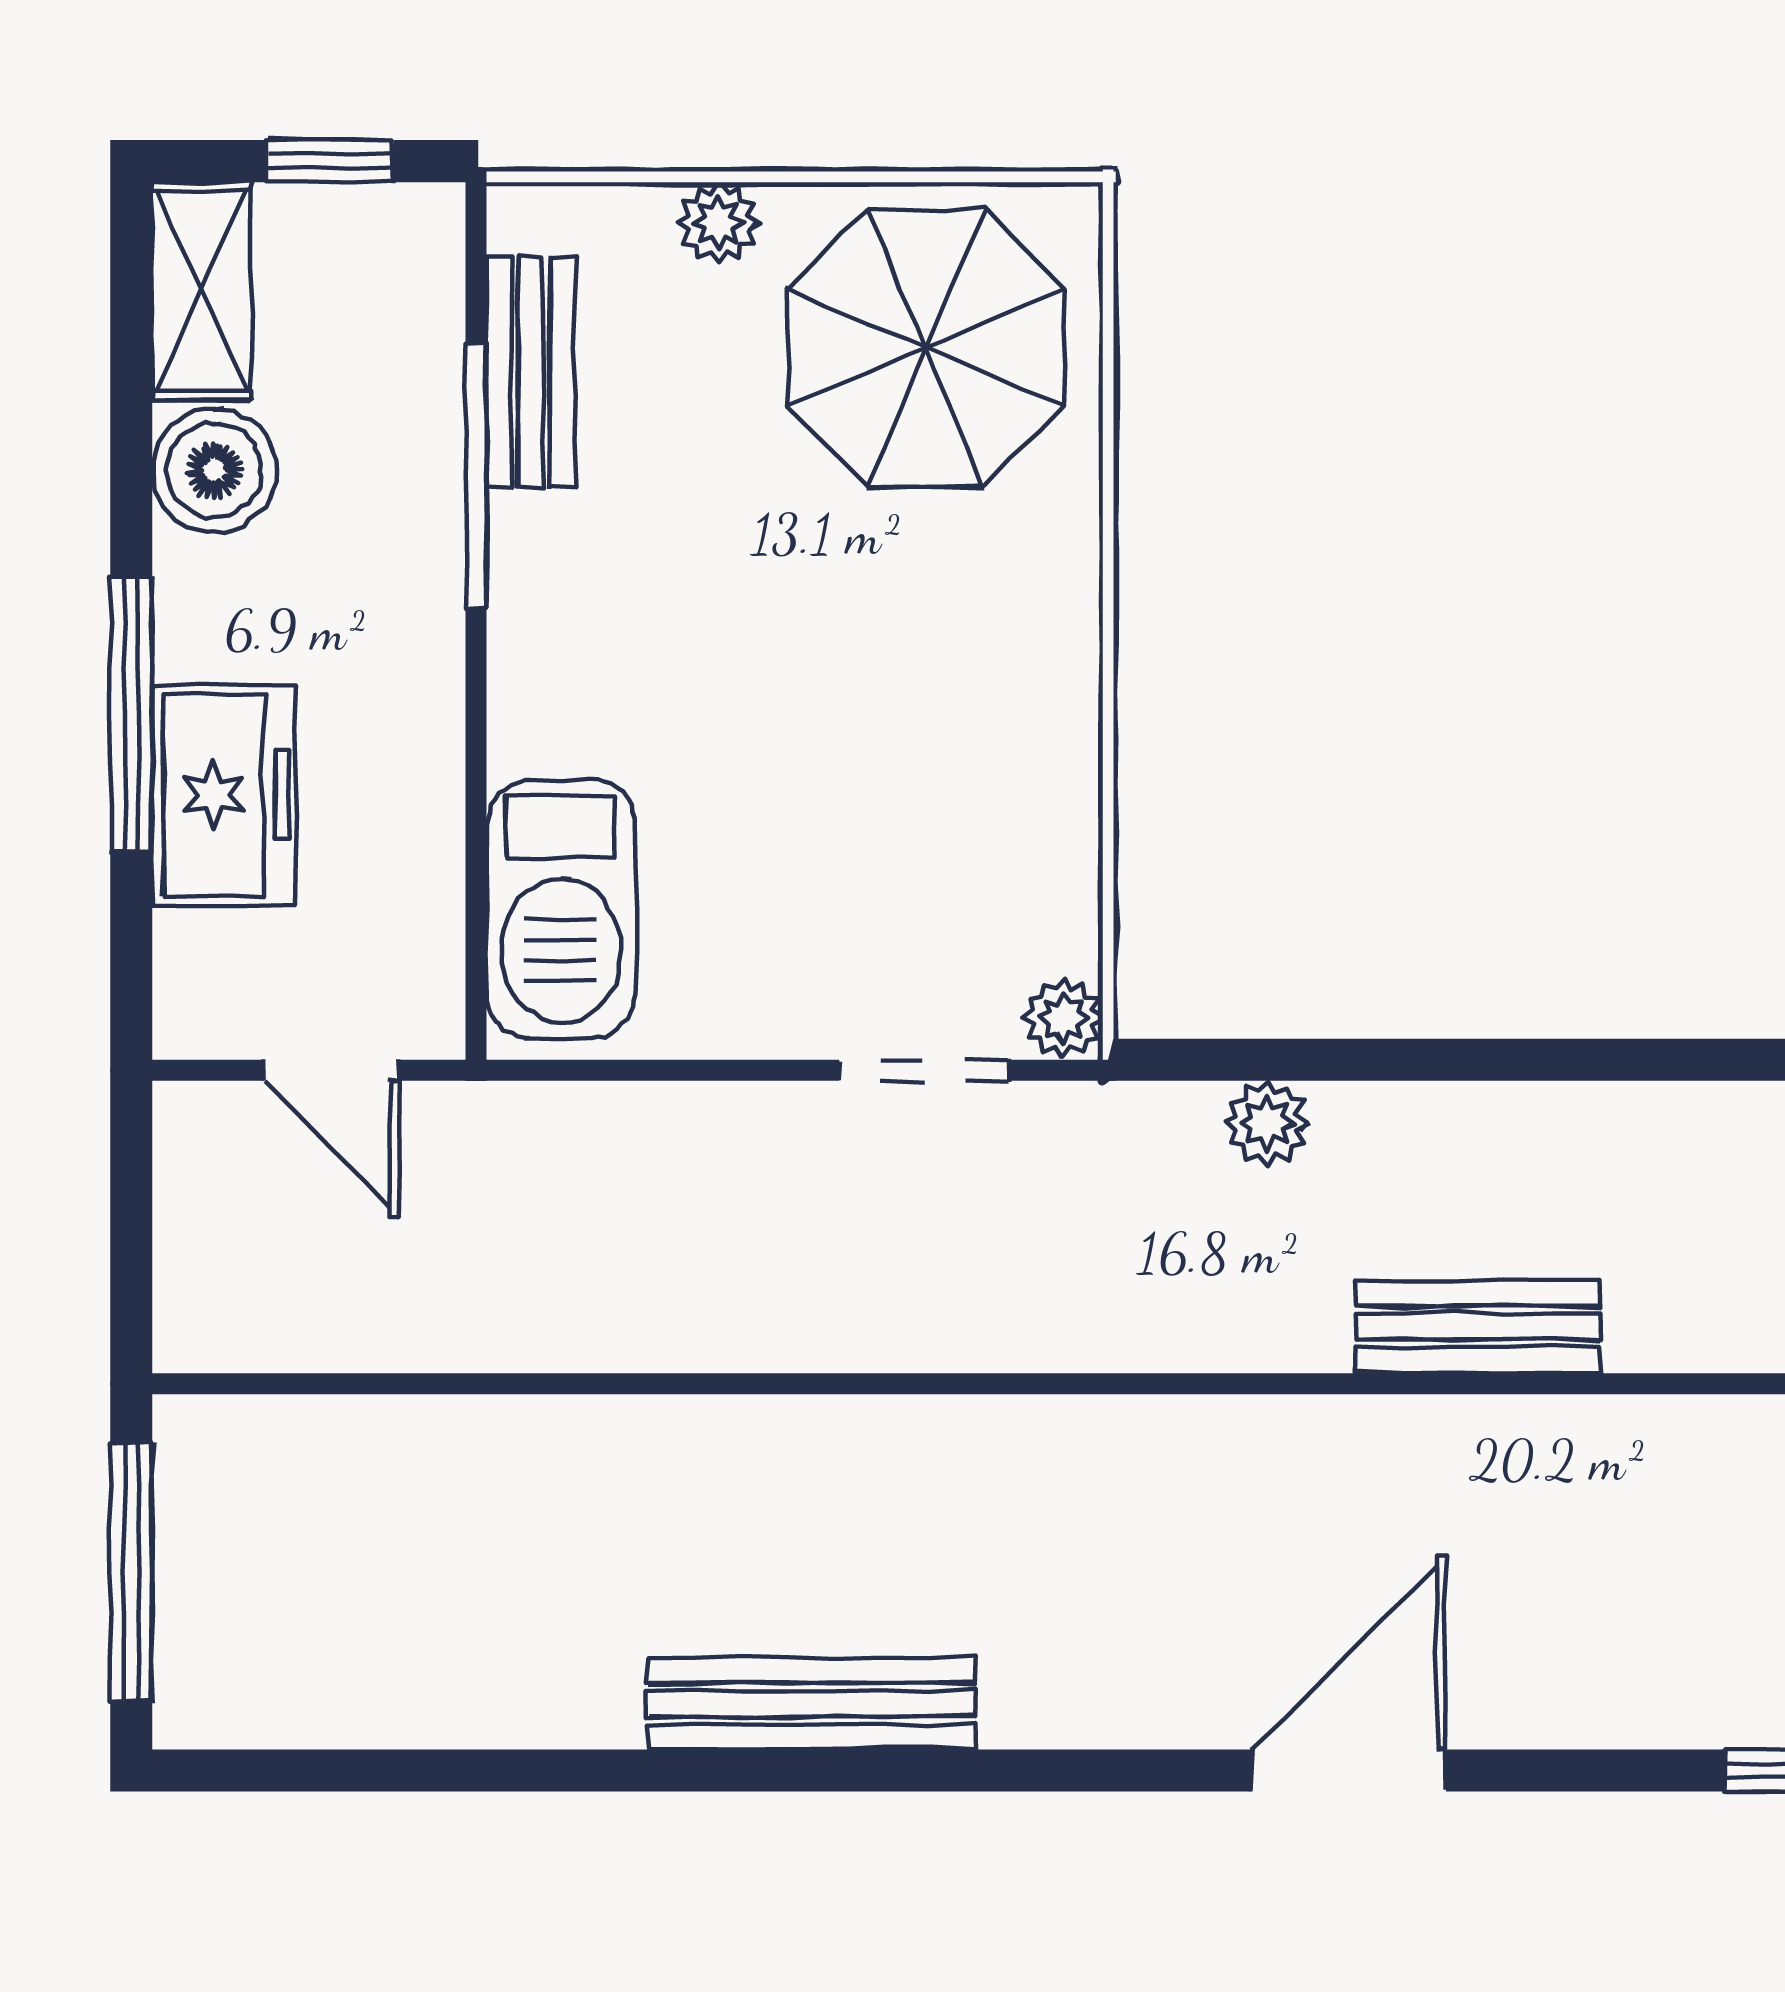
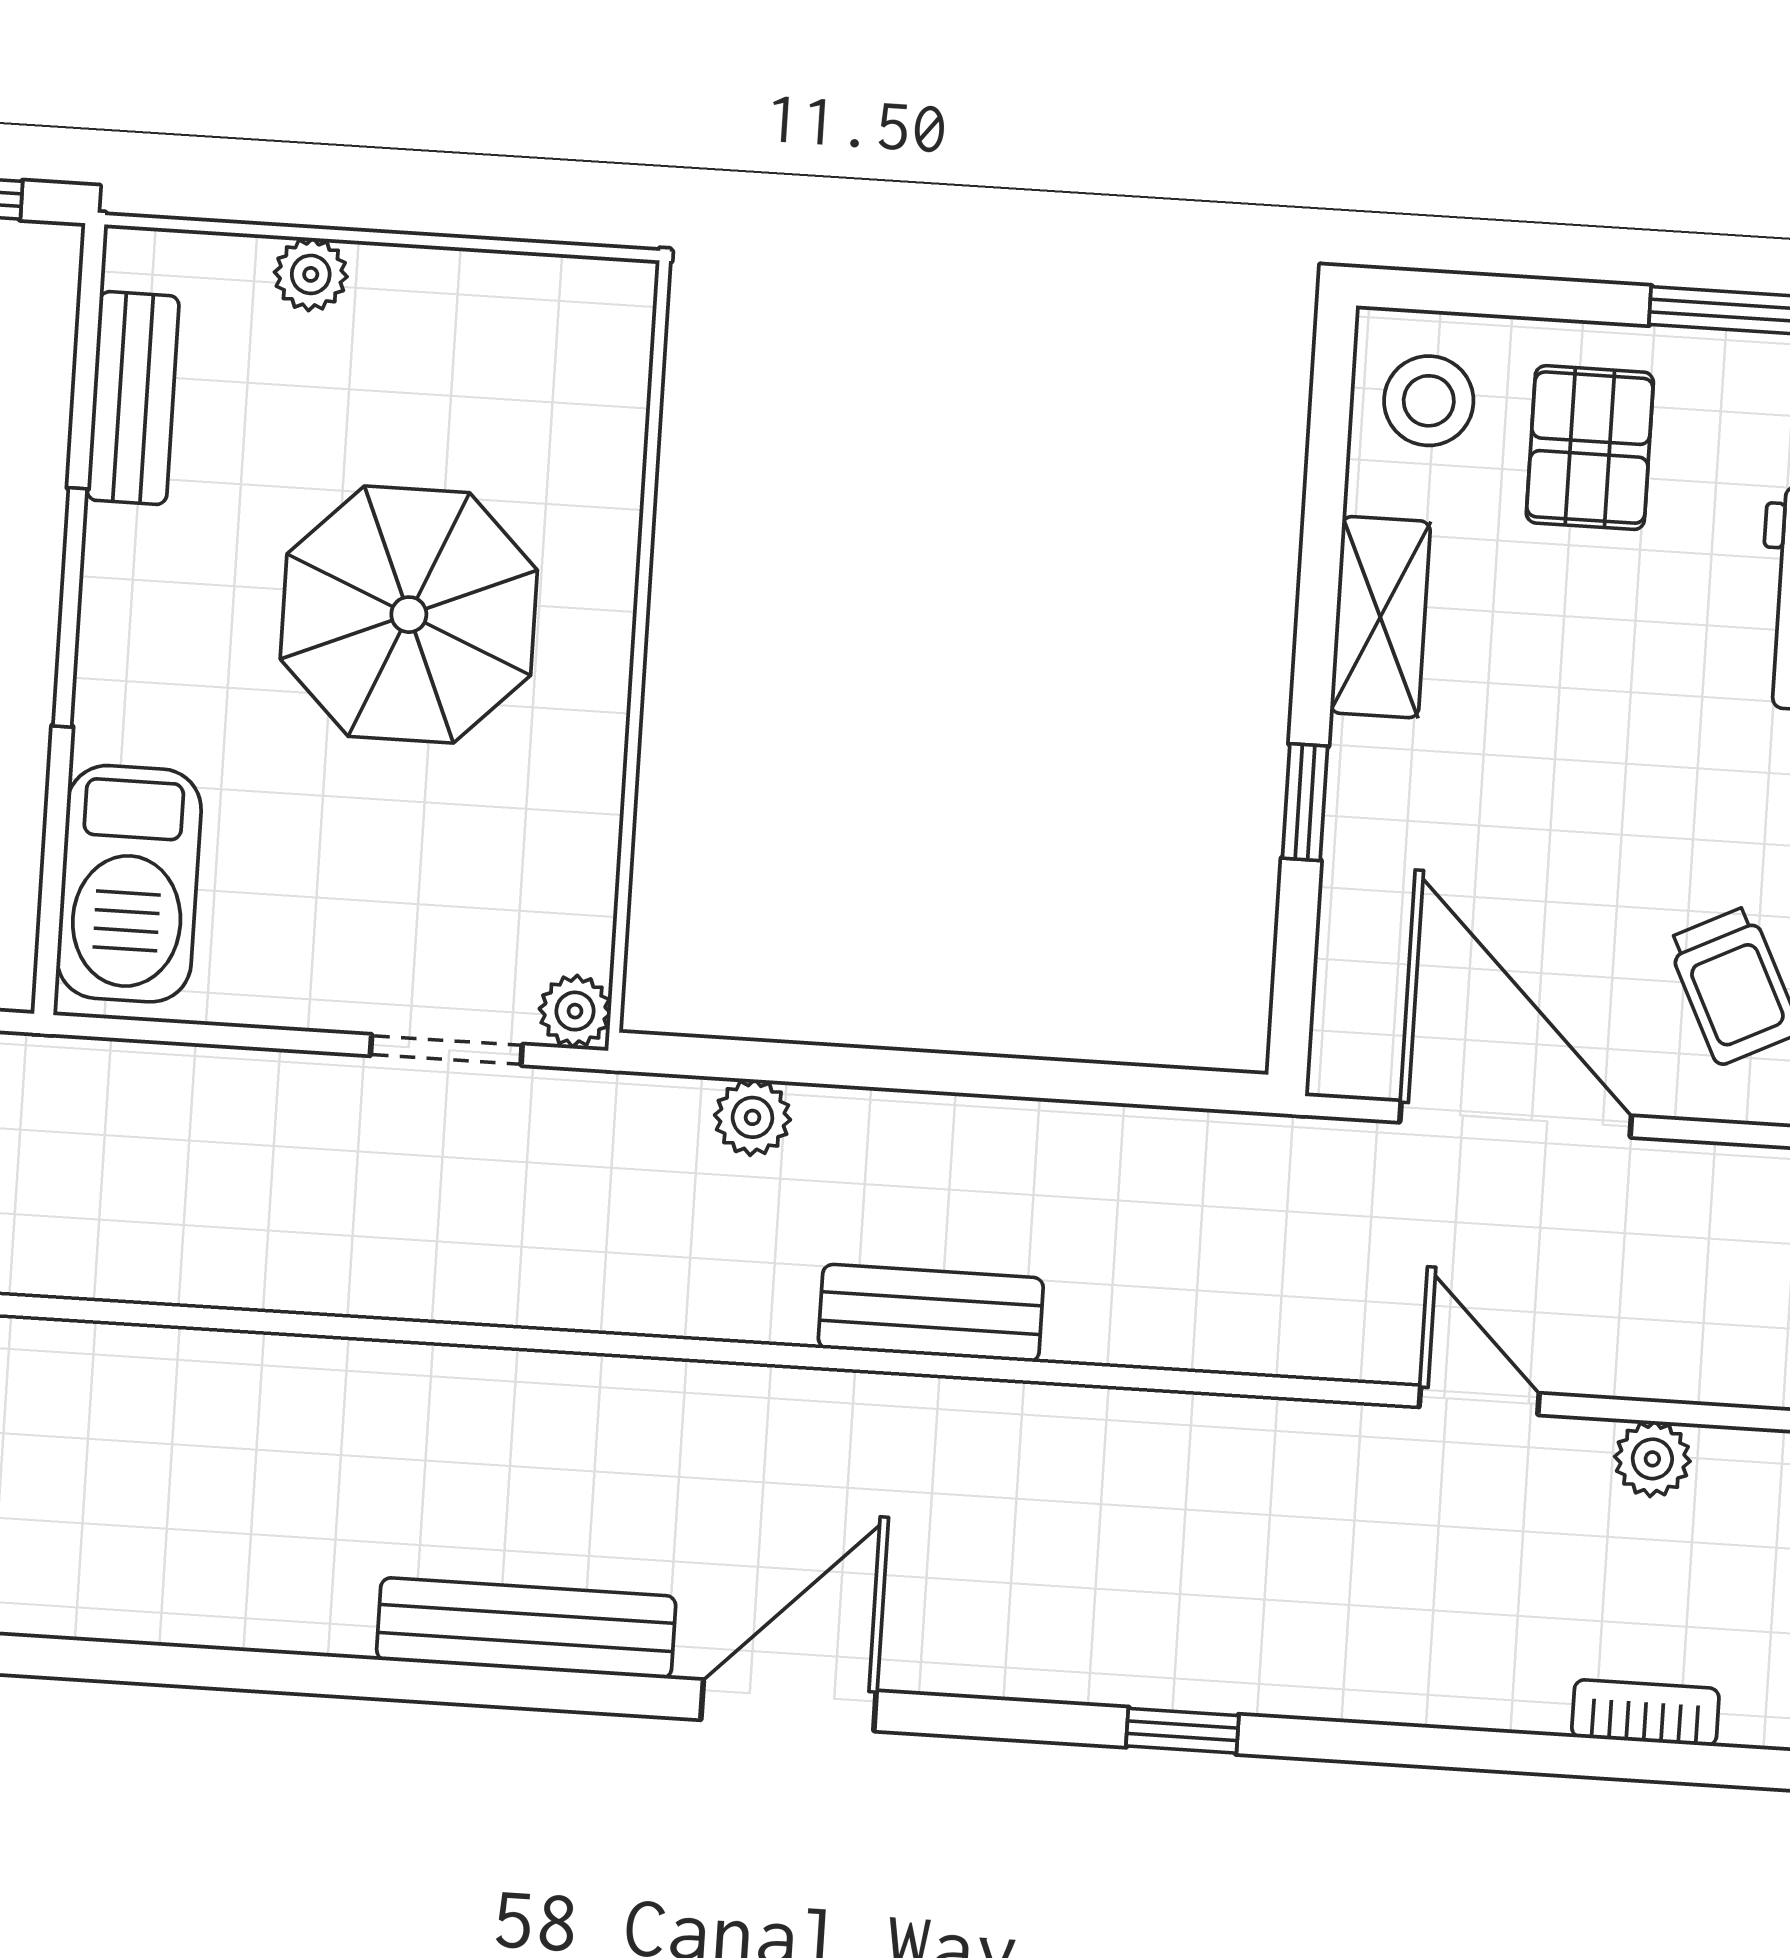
parasol: (926, 348) -> (409, 615), moved
window: (476, 475) -> (70, 607), moved
bench: (812, 1704) -> (526, 1628), moved

